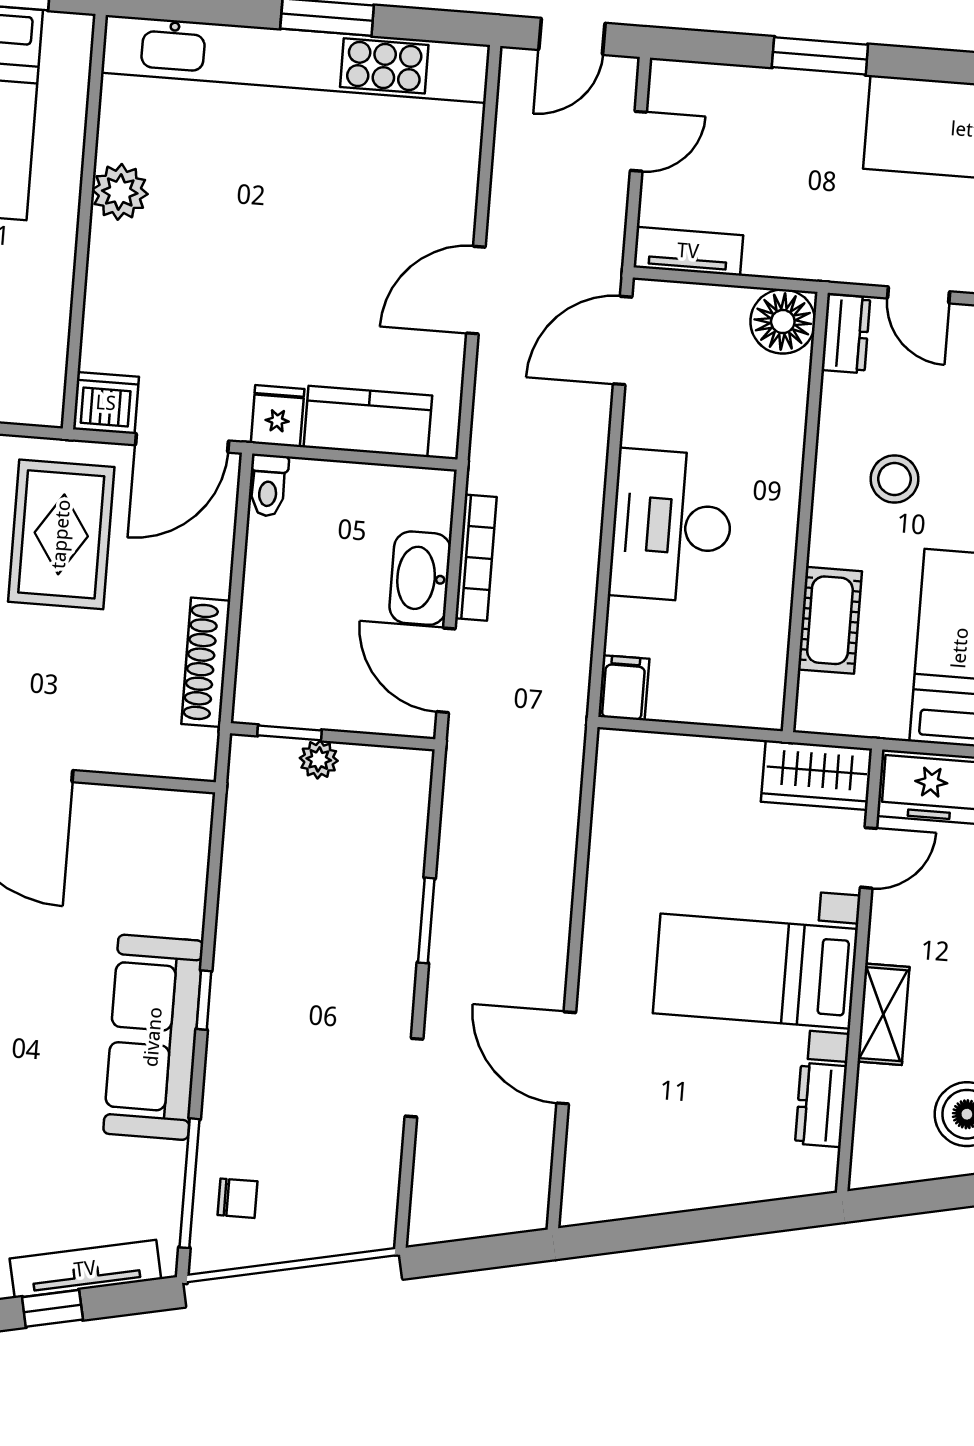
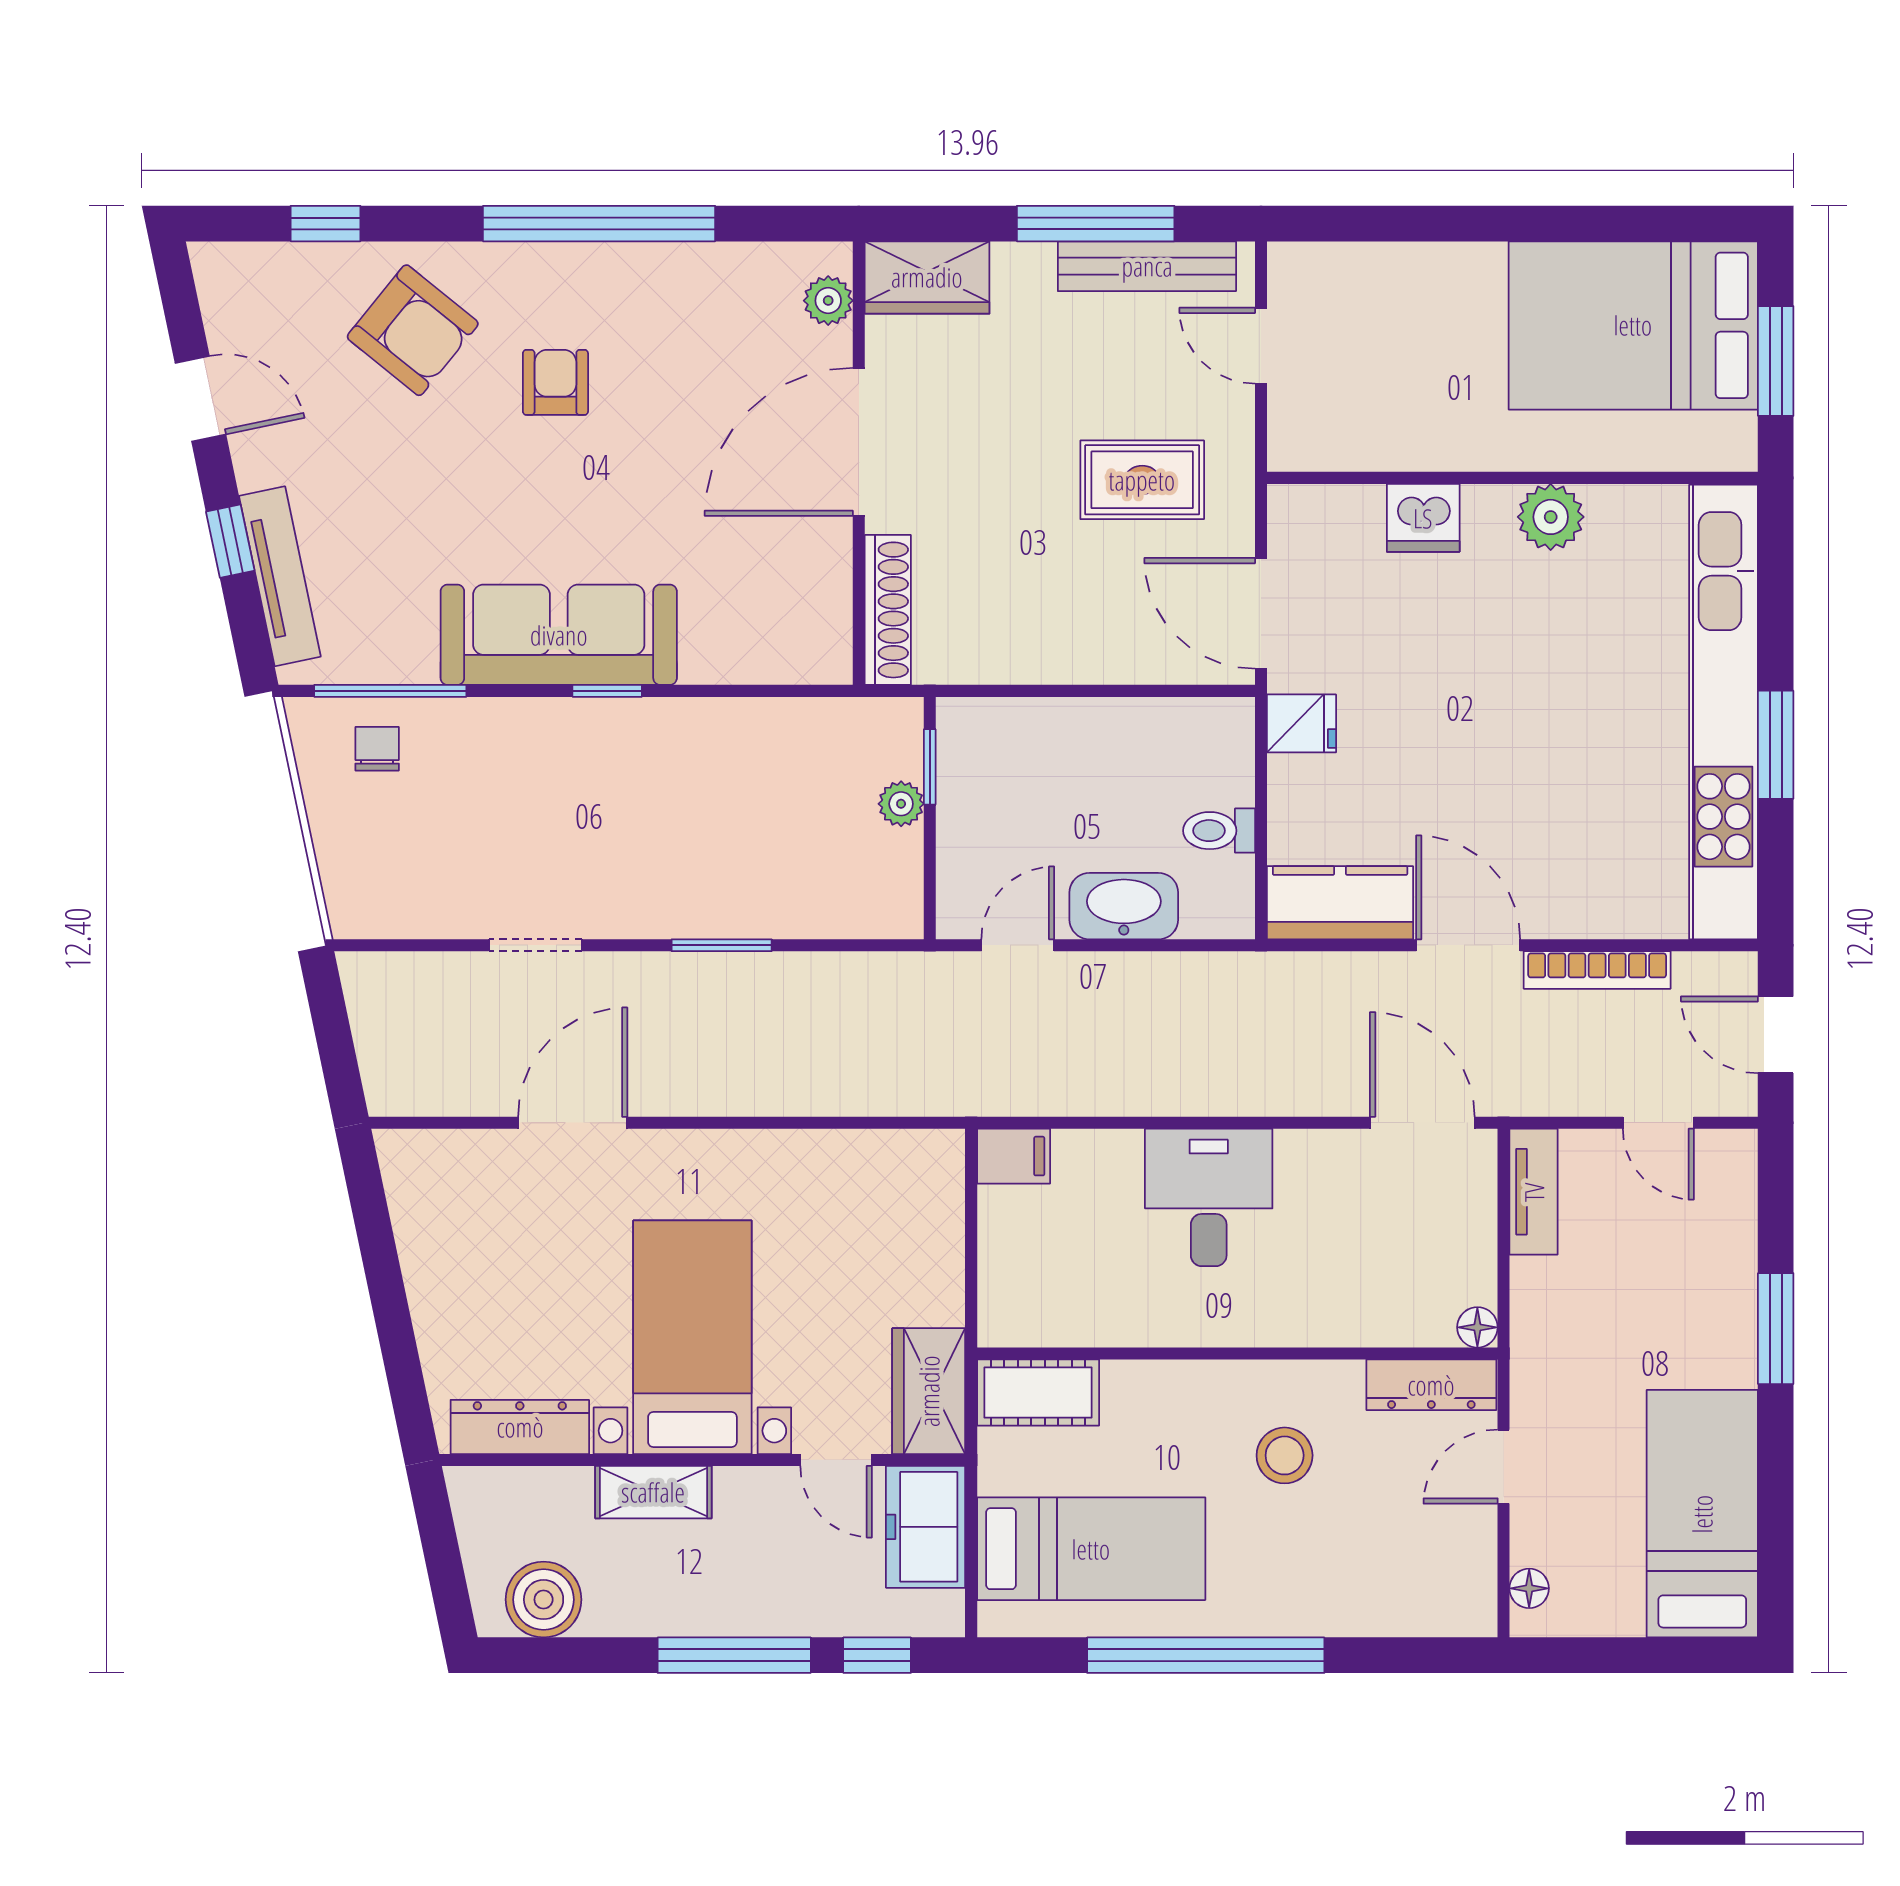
floor lamp: (783, 322) -> (1477, 1327), width x0.53, depth x0.53
dresser: (846, 334) -> (1431, 1385), width x1.44
dishwasher: (106, 403) -> (1423, 518), moved, turned 90
kitchen counter: (368, 421) -> (1340, 903), moved, turned -90
toilet: (268, 485) -> (1219, 831), moved
desk: (672, 526) -> (1209, 1197), width x0.73
rug: (61, 534) -> (1142, 480), width x0.73, depth x0.70
bookcase: (476, 558) -> (1597, 970), moved
cot: (830, 620) -> (1038, 1393), moved
shoe rack: (206, 662) -> (888, 610), moved, turned 90
door: (446, 670) -> (1018, 945), width x0.73
dresser: (821, 1105) -> (520, 1427), width x1.44
chair: (237, 1198) -> (377, 749), turned 180

